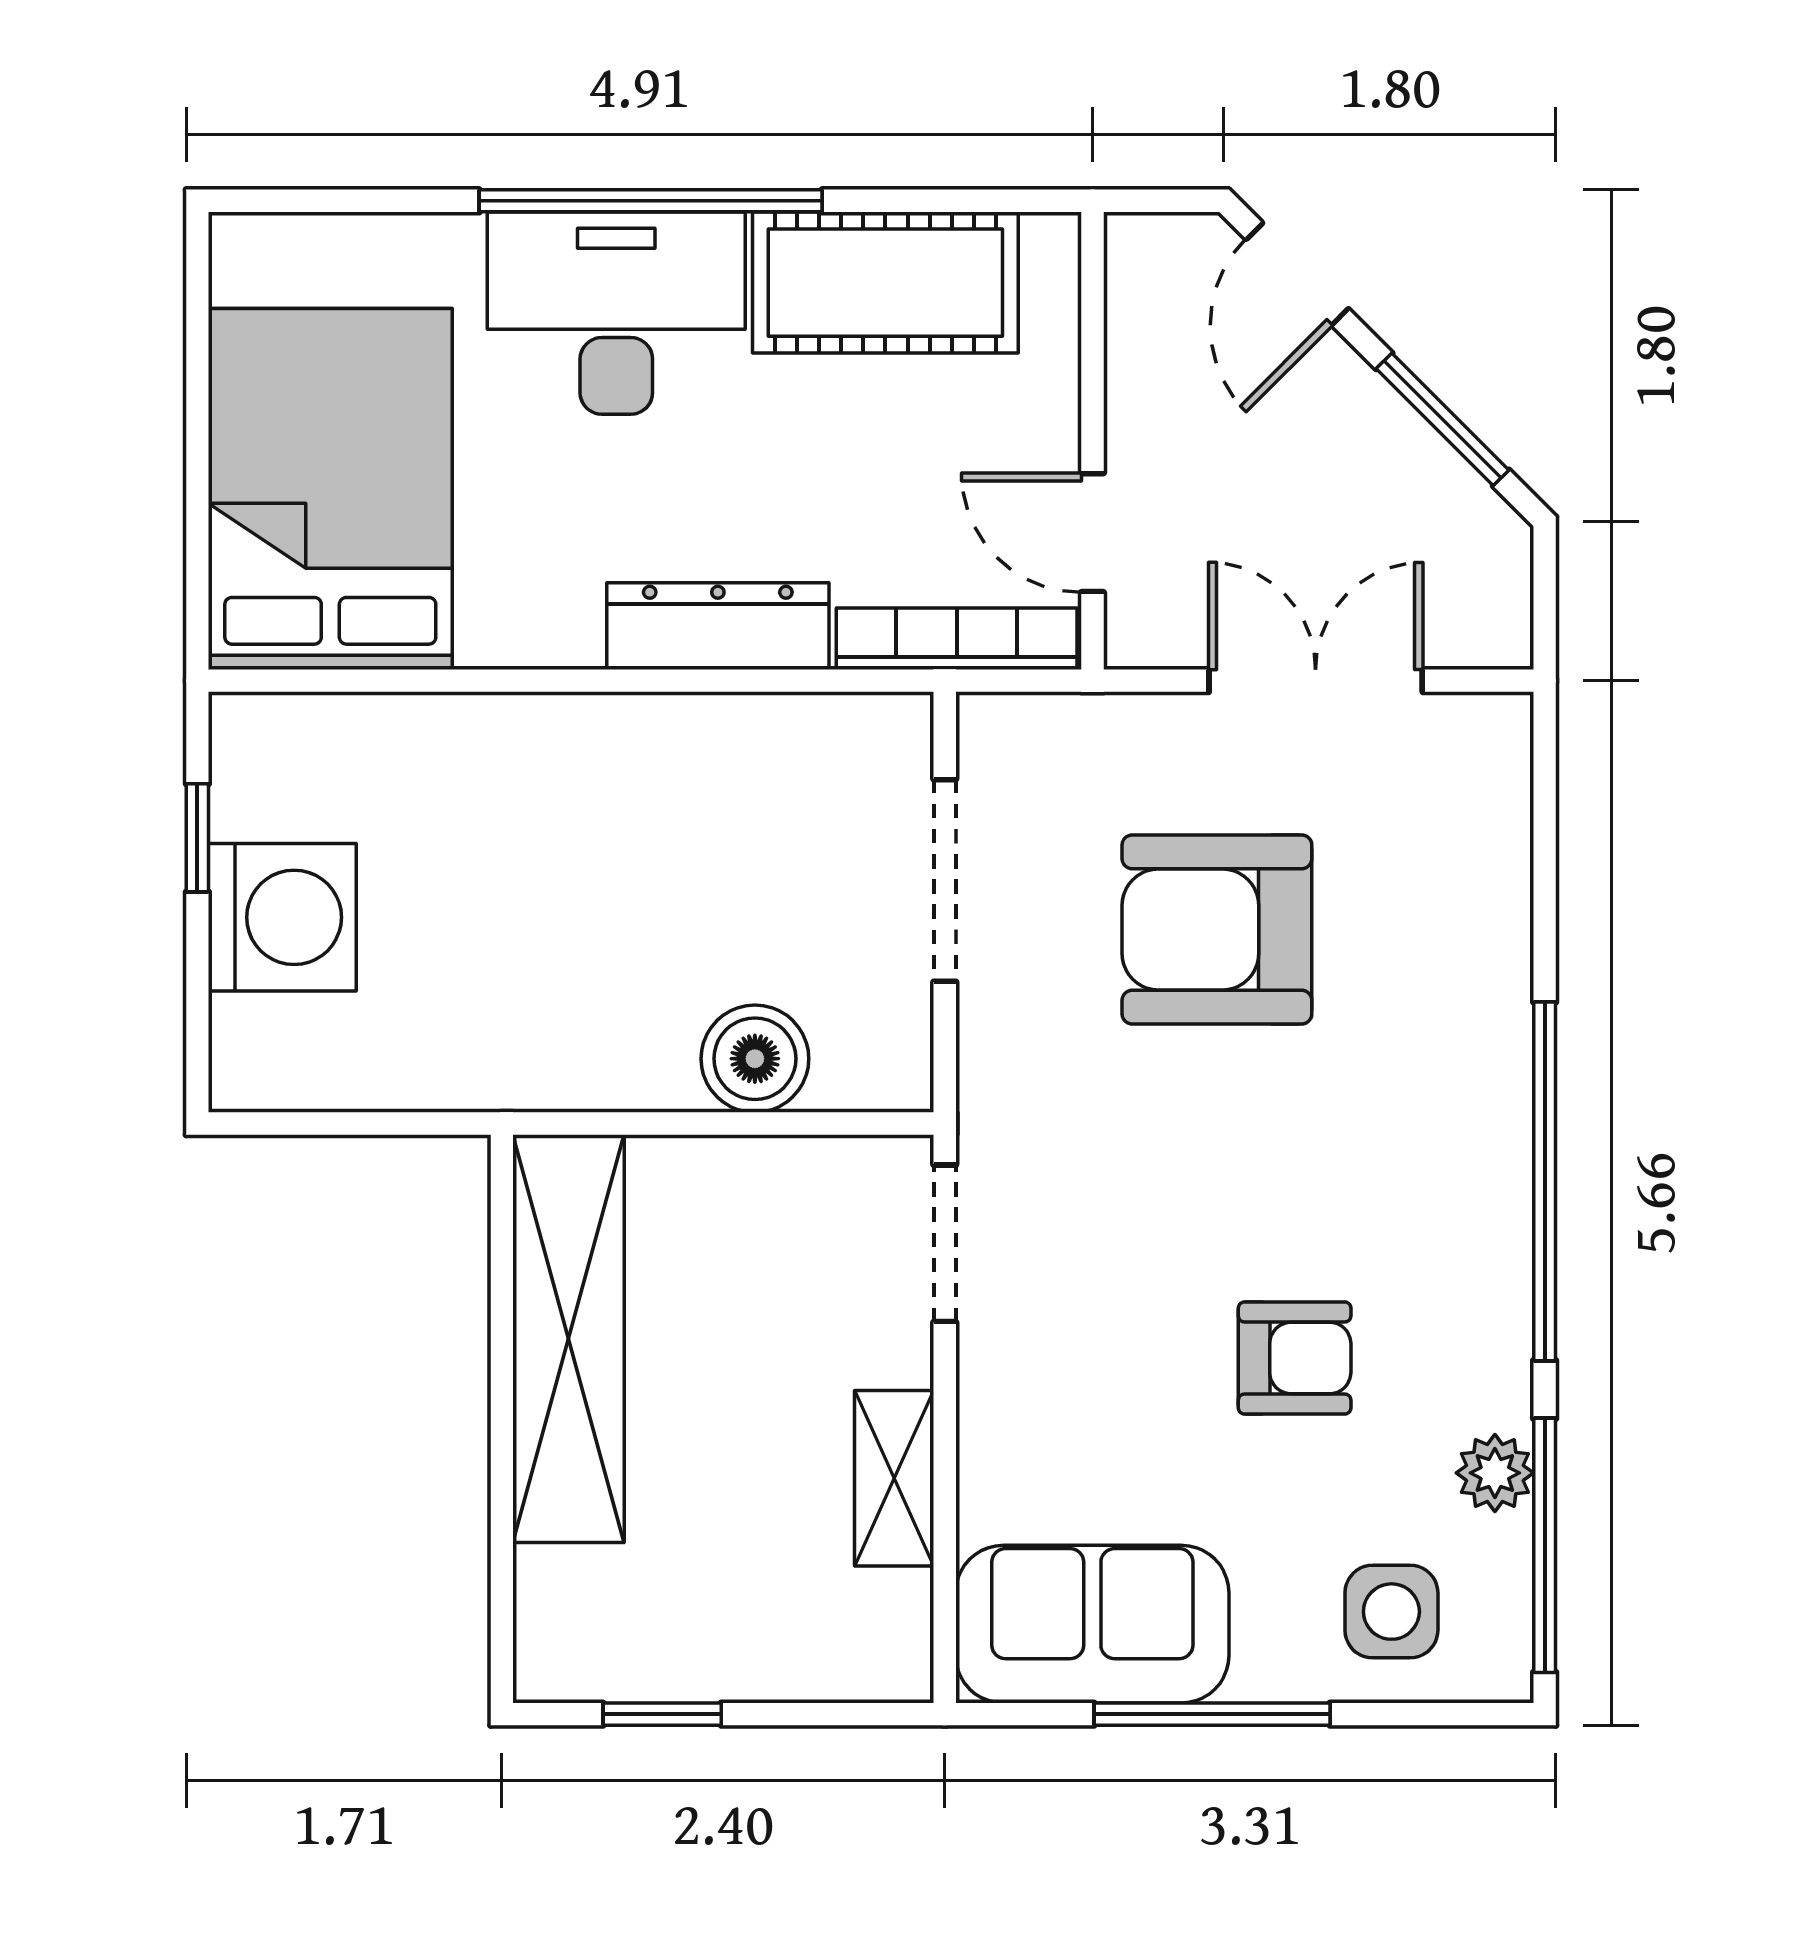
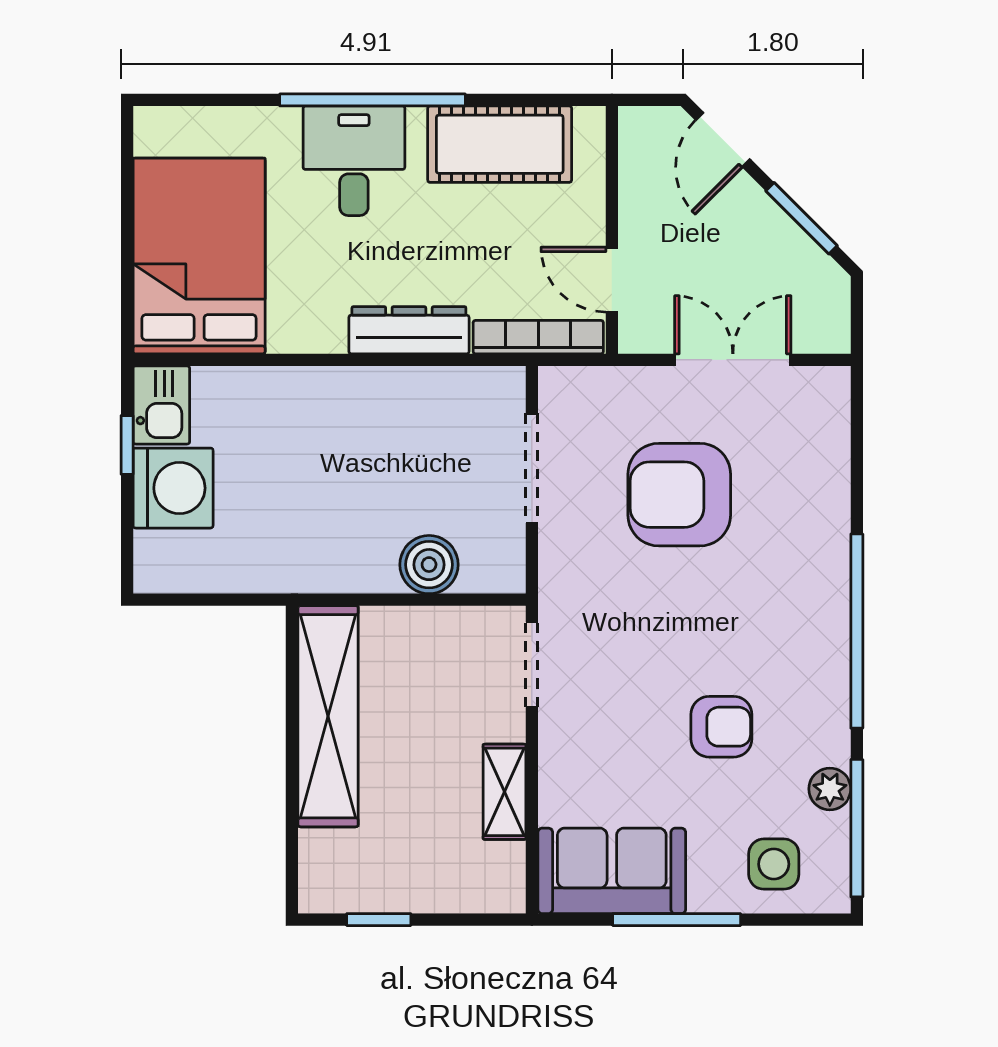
desk: (616, 313) -> (354, 161), width x0.73
kitchen sink: (261, 764) -> (161, 405), added

